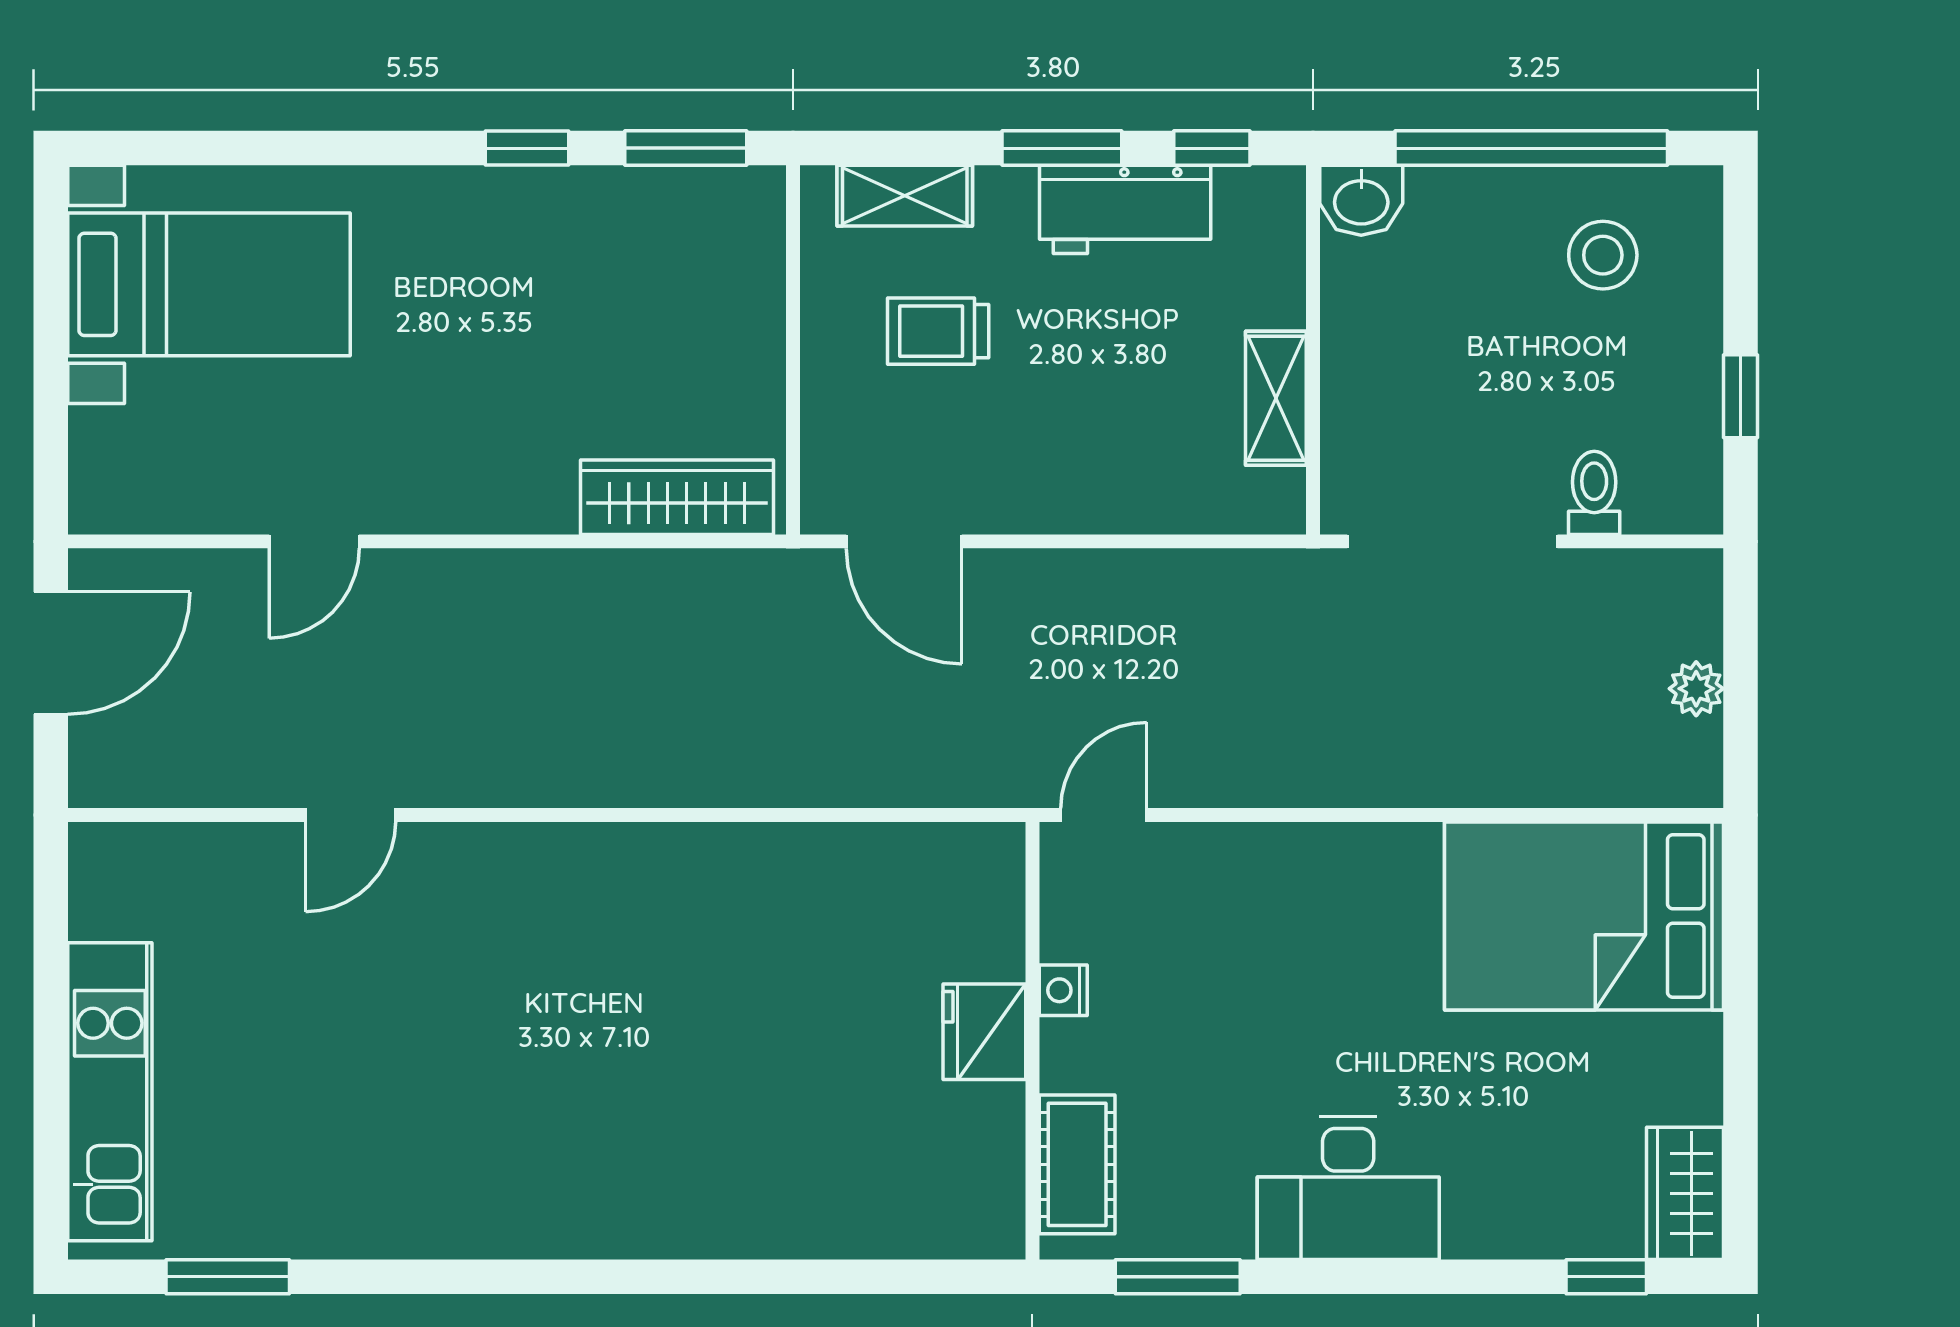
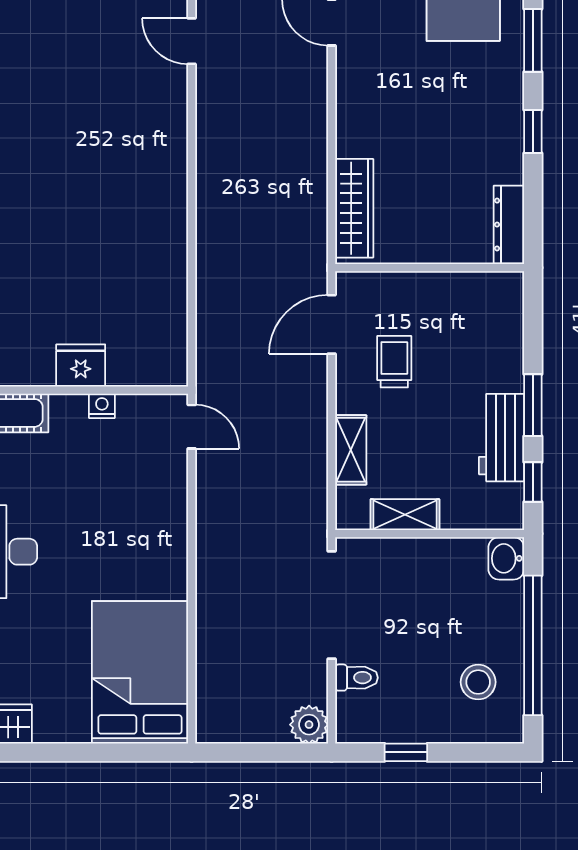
window: (686, 148) -> (533, 40), moved
dresser: (709, 195) -> (509, 225), added
shelving: (905, 196) -> (351, 450), moved
trolley: (938, 331) -> (394, 362), moved
plant: (1696, 689) -> (309, 725), moved, width x1.38, depth x1.38

